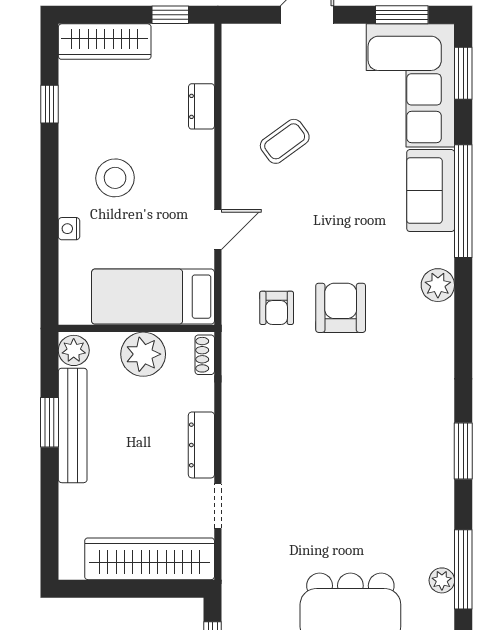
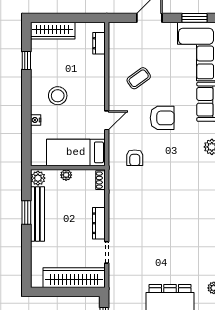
window: (170, 15) -> (84, 18), removed
dresser: (202, 106) -> (99, 43), moved
armchair: (341, 308) -> (162, 118), moved, turned 90
plant: (143, 354) -> (66, 175), width x0.53, depth x0.53

